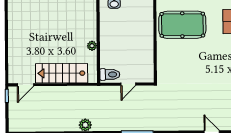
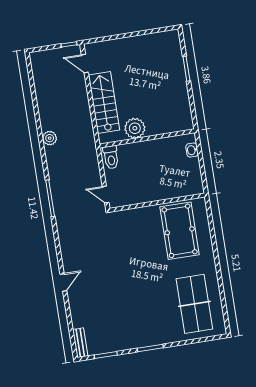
plant: (92, 46) -> (135, 128), width x1.87, depth x1.87
door: (128, 84) -> (106, 194), moved

